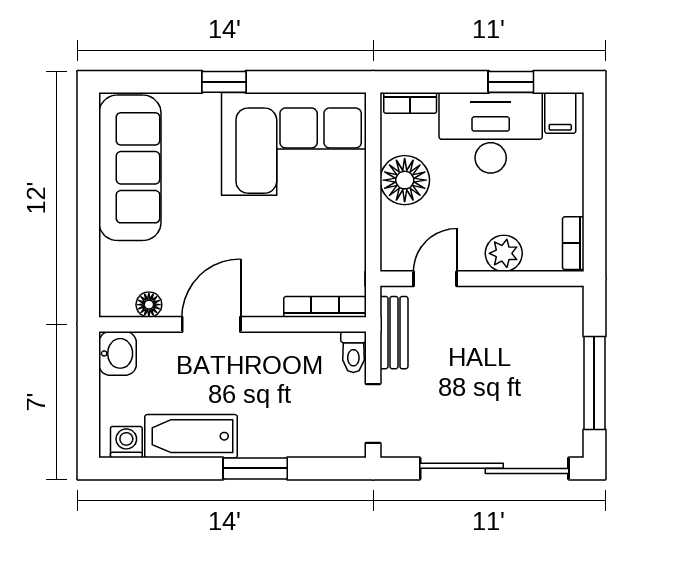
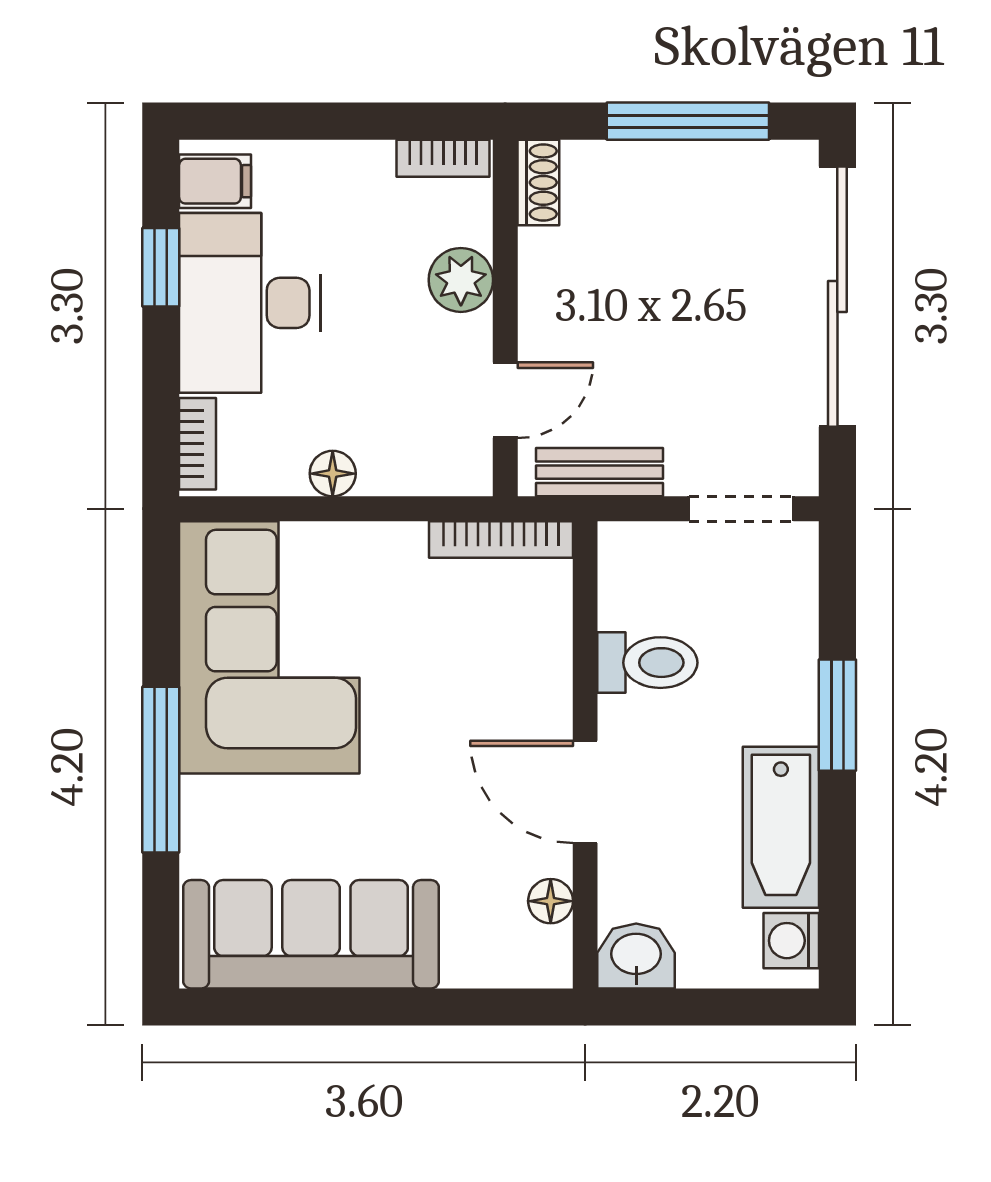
window: (224, 82) -> (161, 770), width x2.17
floor lamp: (405, 180) -> (333, 474), width x0.53, depth x0.53
door: (435, 279) -> (505, 400), swing flipped
shoe rack: (559, 298) -> (538, 182), added
bookcase: (325, 307) -> (501, 539), moved, turned -90
toilet: (353, 352) -> (647, 663), moved, width x1.37, depth x1.39

